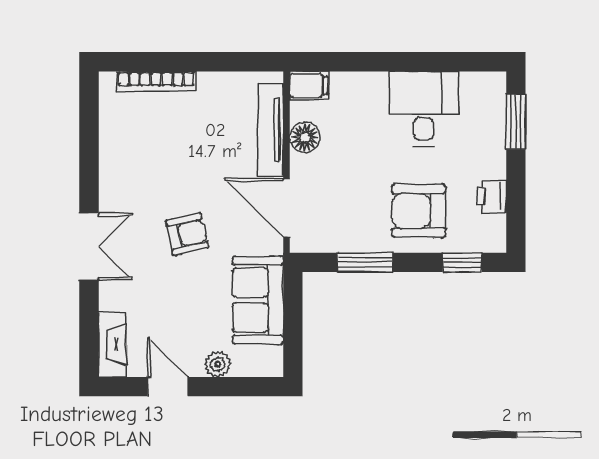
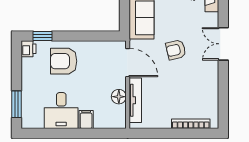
filing cabinet: (309, 86) -> (86, 119), moved, turned 90
printer: (491, 196) -> (29, 49), moved
armchair: (419, 211) -> (64, 61), turned 180
window: (365, 262) -> (90, 36), removed

